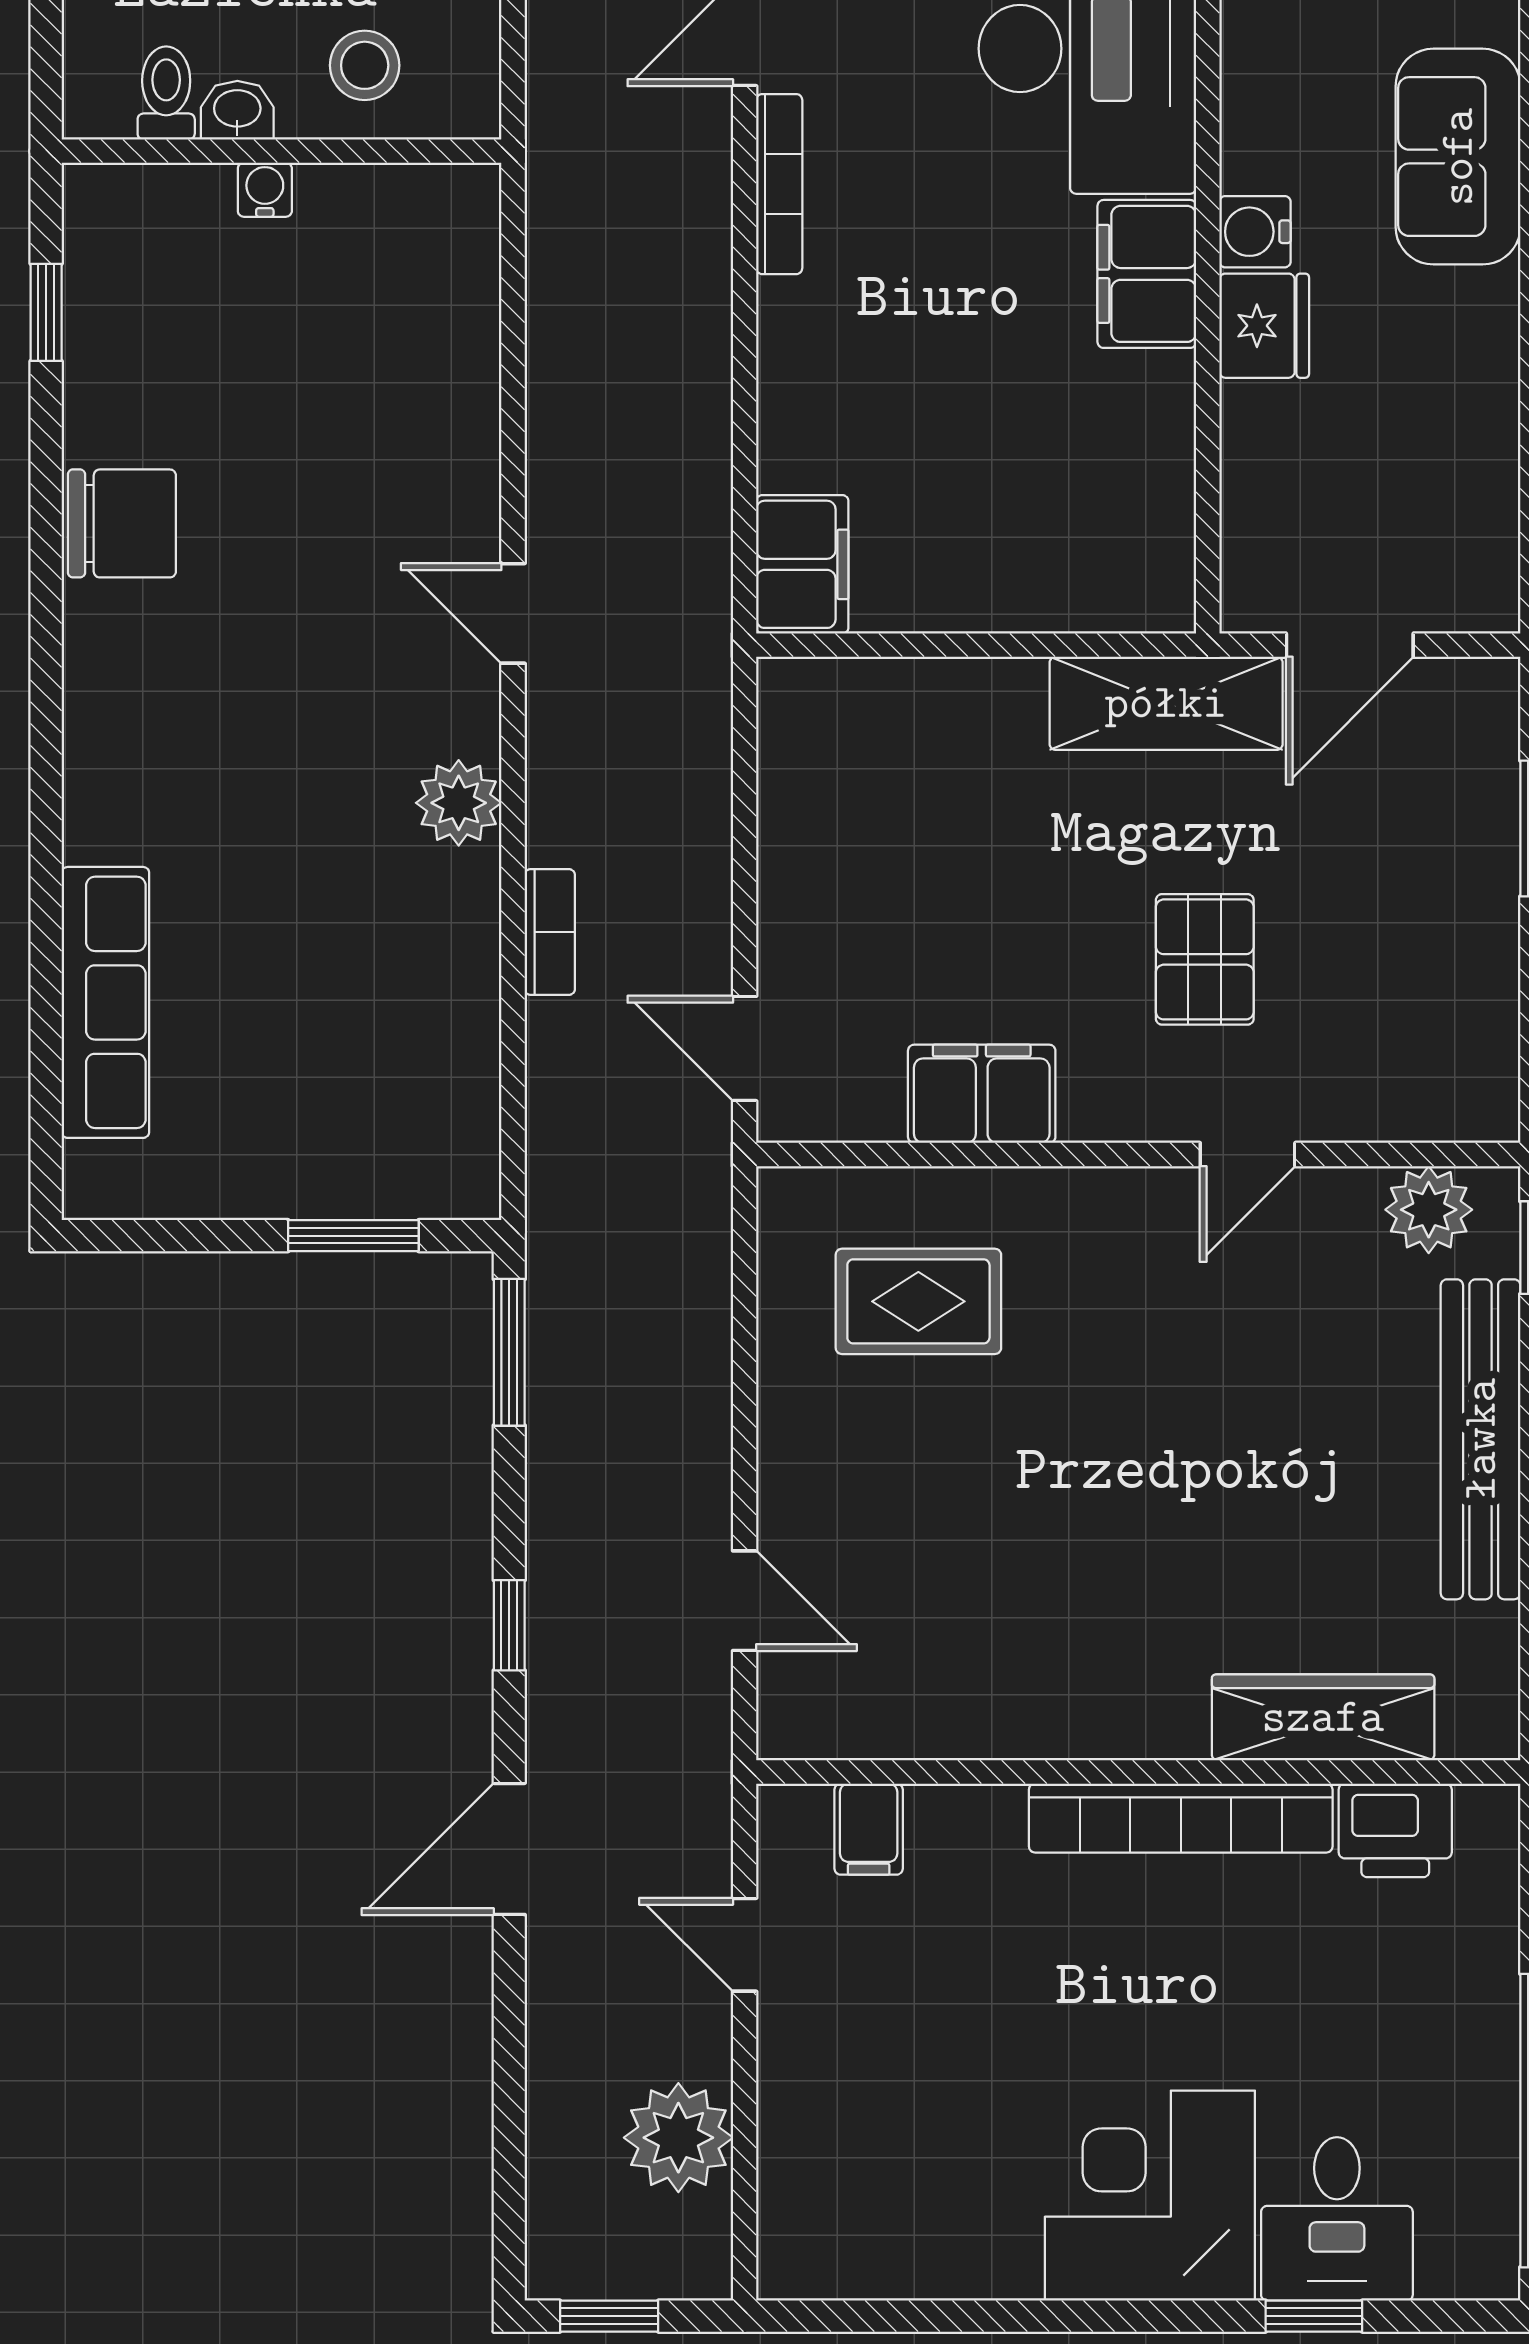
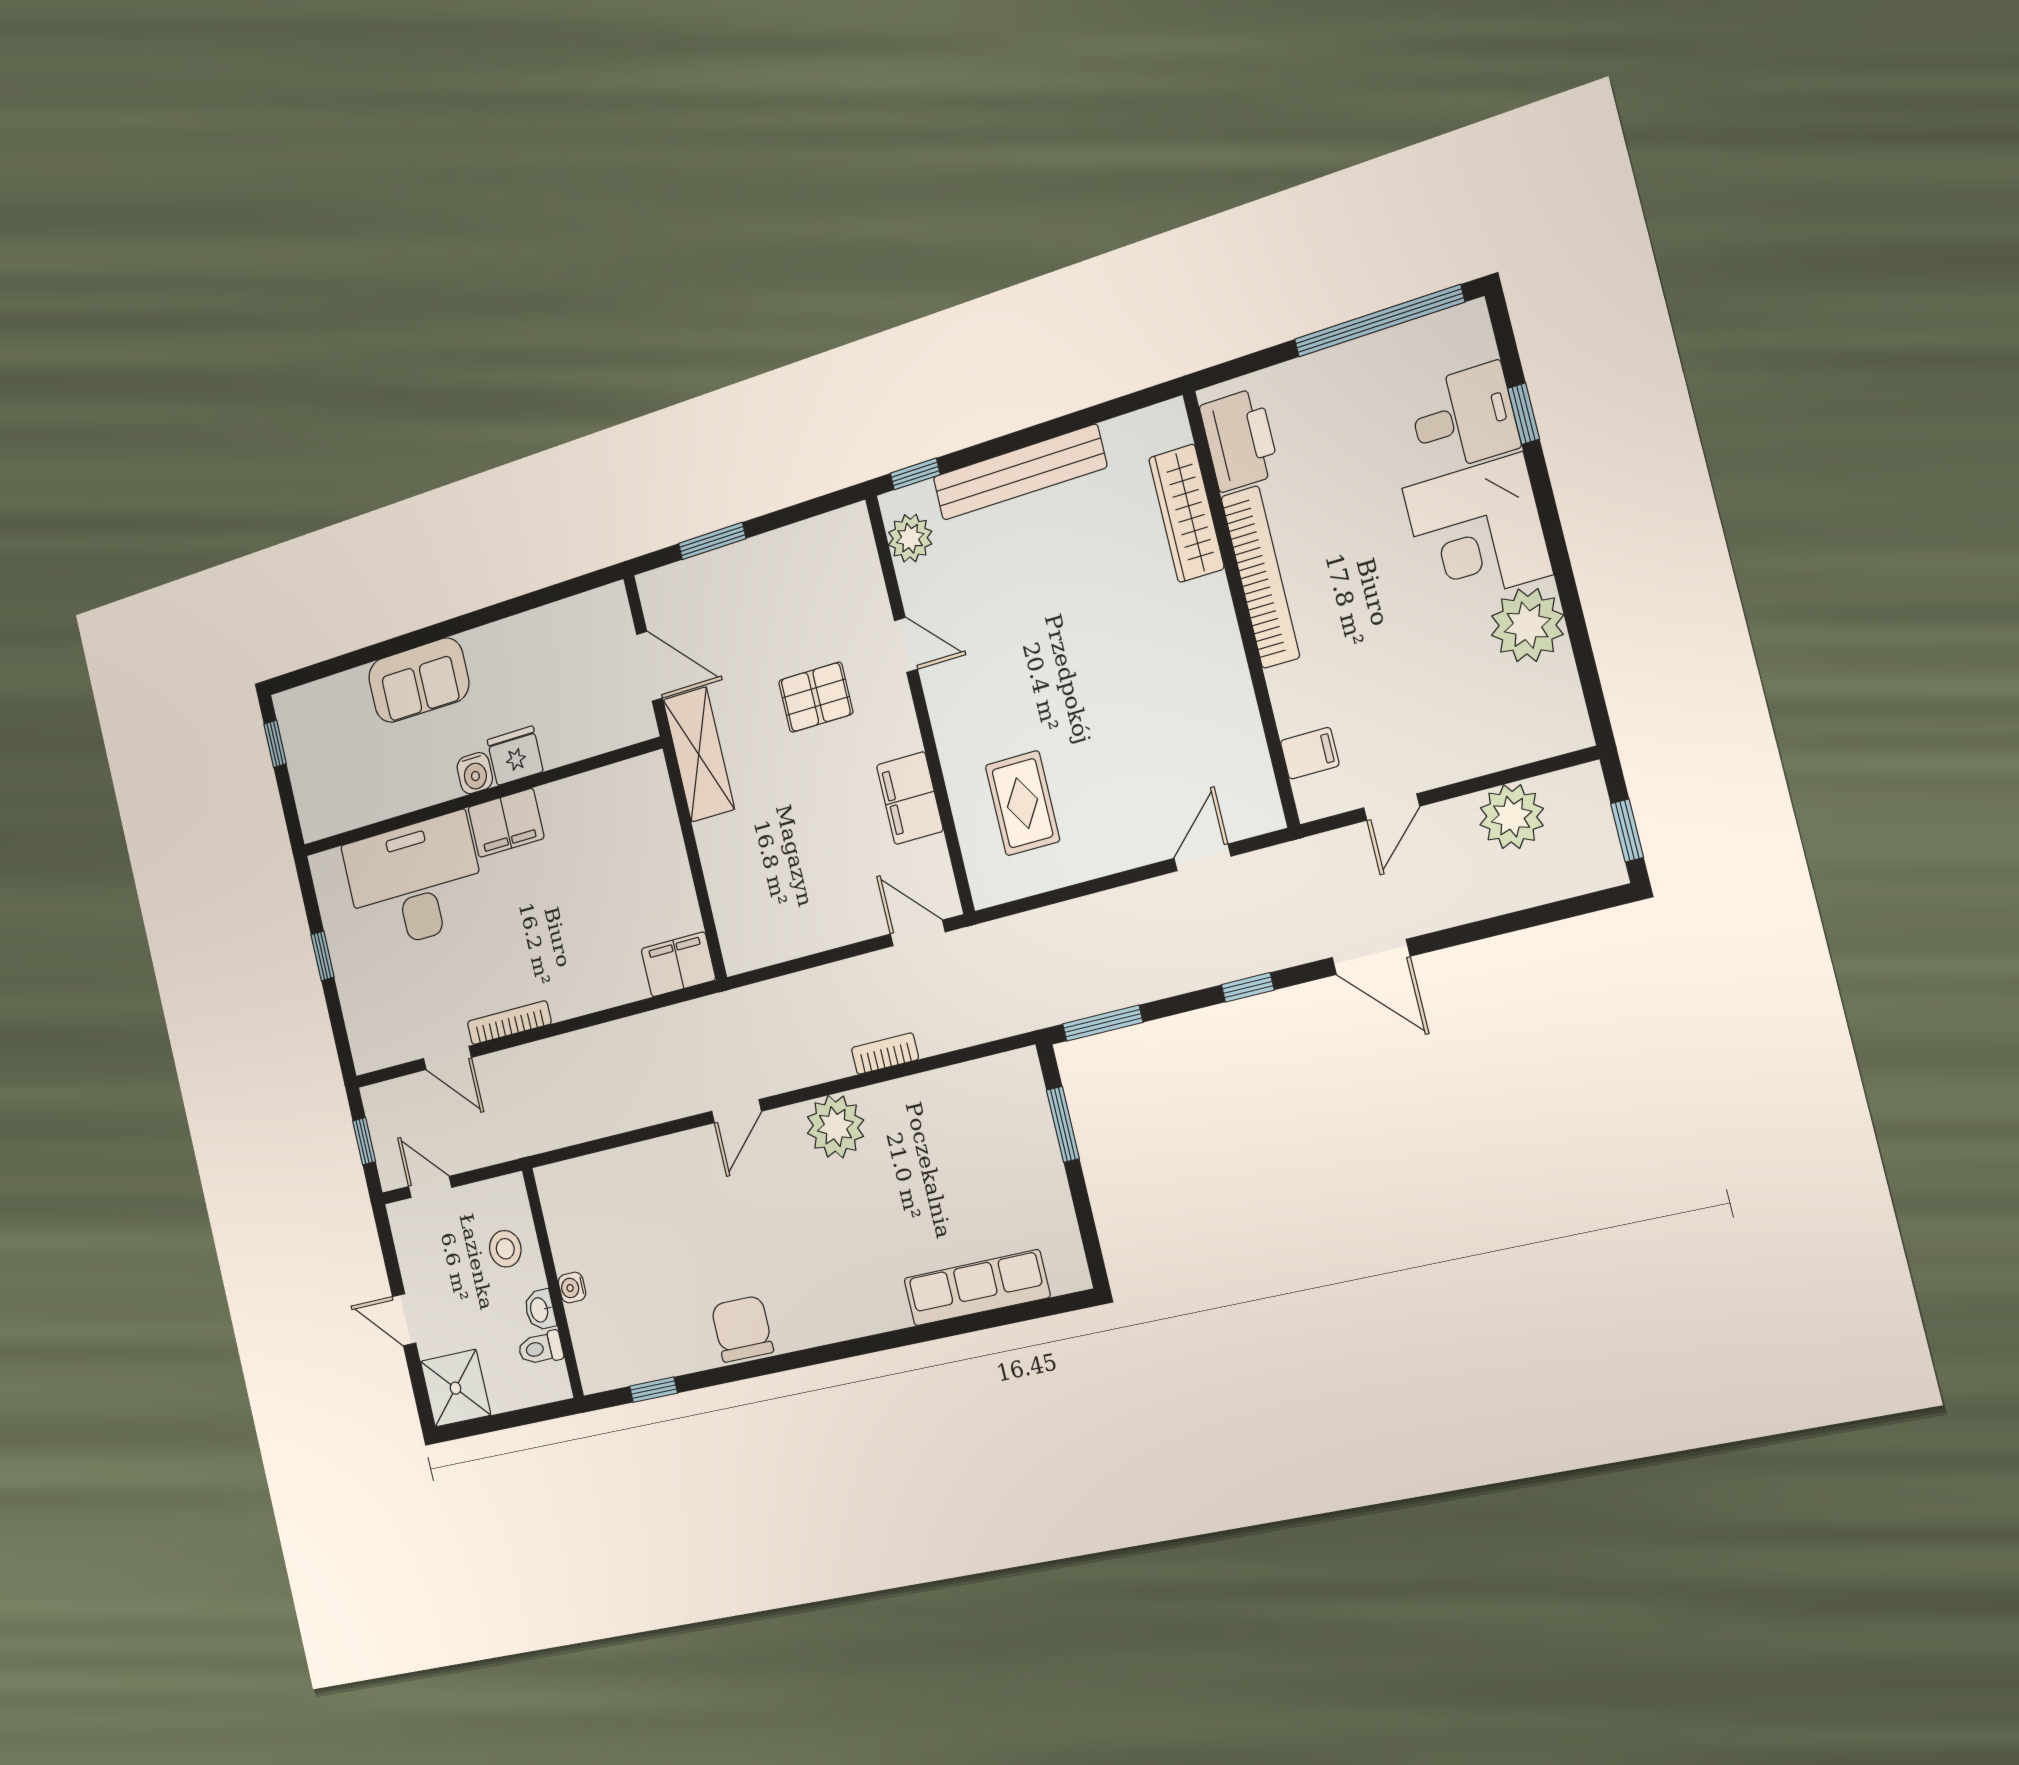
plant: (459, 803) -> (835, 1127), width x1.36, depth x1.36
door: (745, 1048) -> (918, 933), swing flipped
printer: (1395, 1830) -> (1240, 440), width x1.37, depth x1.19
plant: (977, 2239) -> (1527, 625), added

